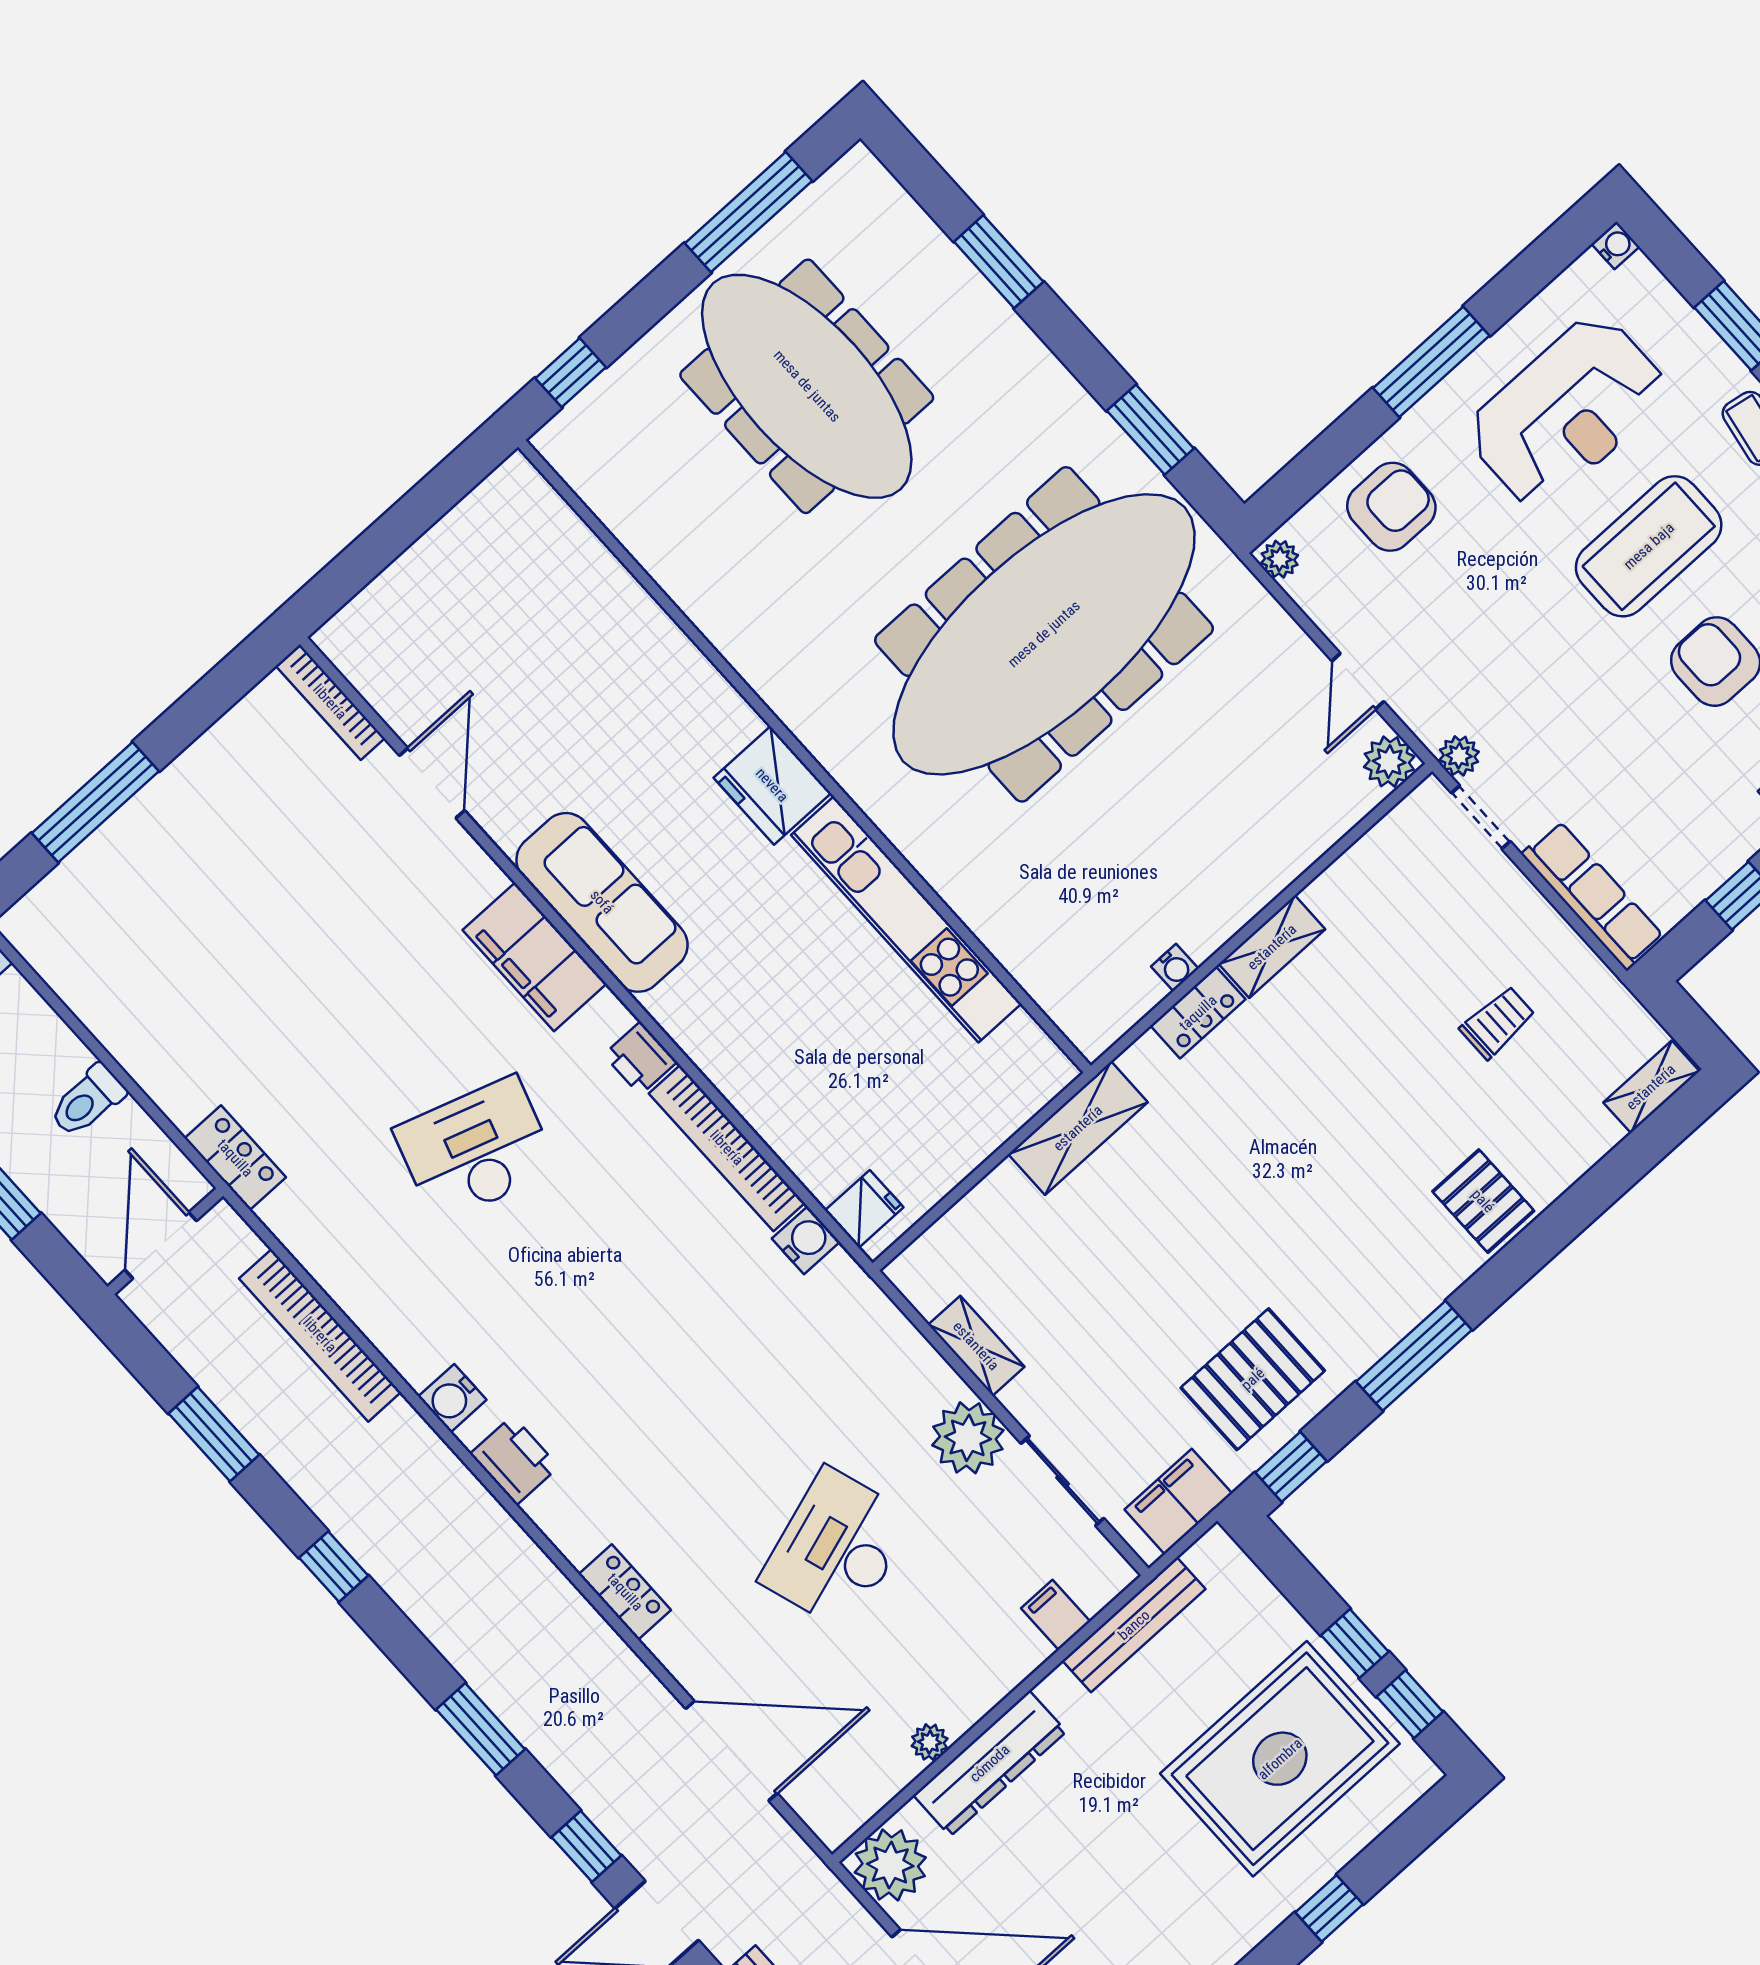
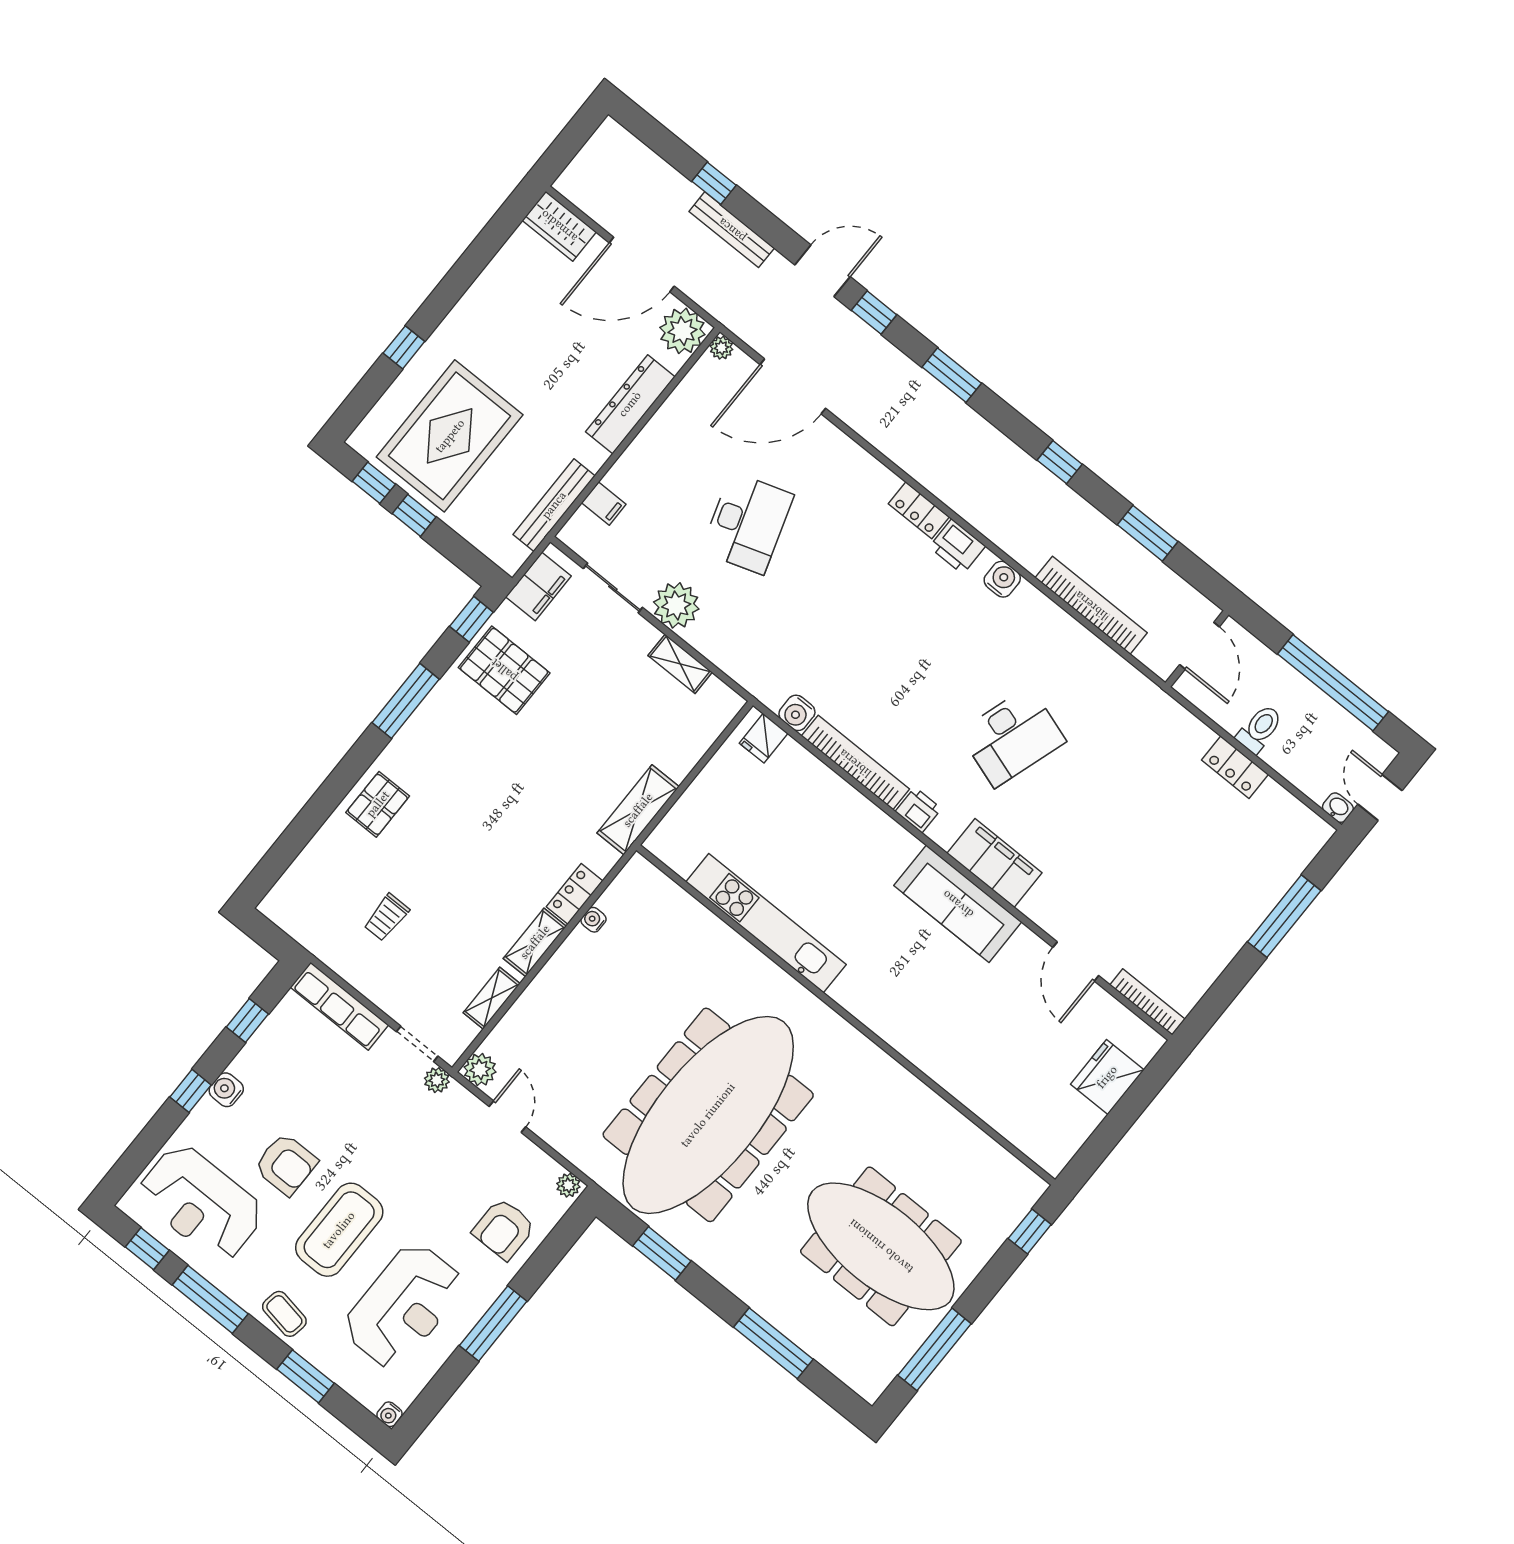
window: (999, 262) -> (773, 1343), width x1.44
reception desk: (1567, 411) -> (404, 1306), turned 180
fridge: (772, 785) -> (1107, 1077), moved, turned -90
shelving: (1651, 1087) -> (492, 998), moved
locker: (235, 1158) -> (1235, 767), moved
pallet: (1483, 1201) -> (378, 804), turned 90
pallet: (1253, 1379) -> (504, 670), turned 90
locker: (625, 1592) -> (919, 510), moved
plant: (930, 1742) -> (721, 348), moved

